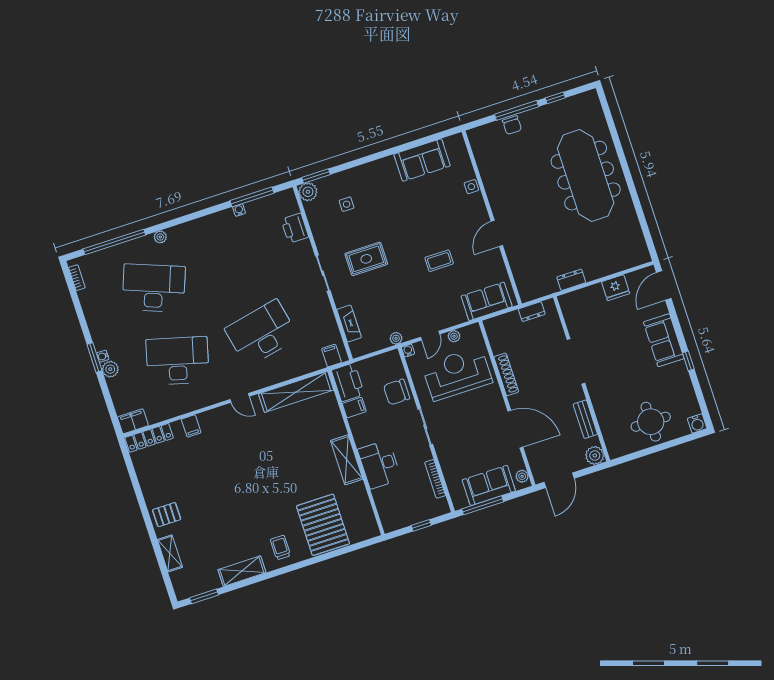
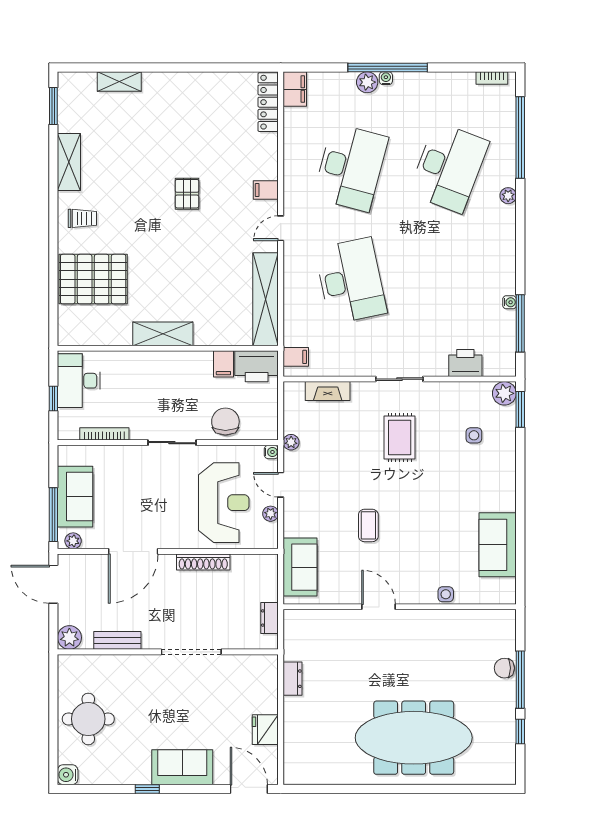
window: (94, 358) -> (388, 68), width x2.11
filing cabinet: (191, 426) -> (266, 190), moved
desk: (379, 464) -> (79, 381), moved, turned -90
window: (483, 505) -> (53, 515), moved
pallet: (167, 515) -> (187, 194), moved

